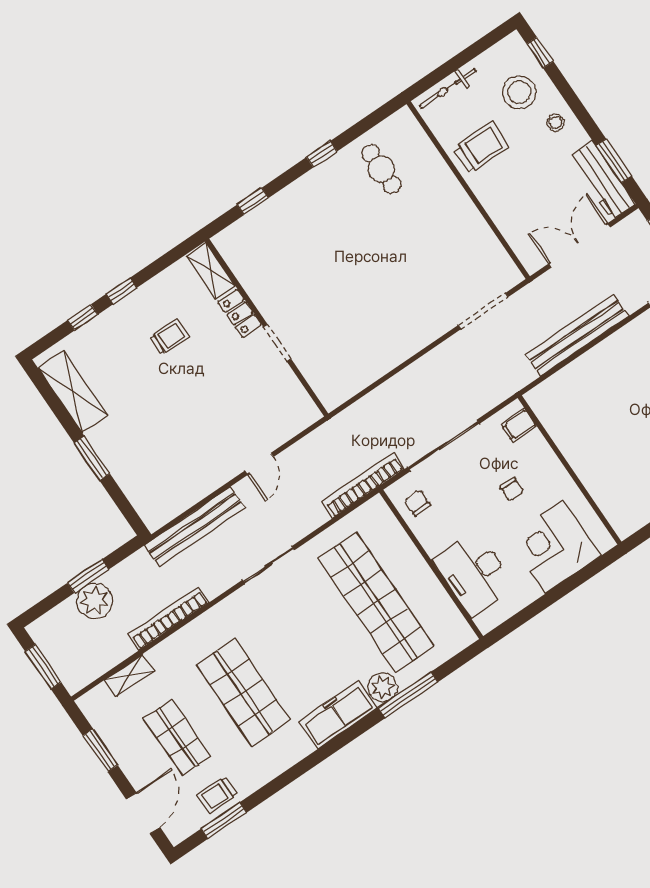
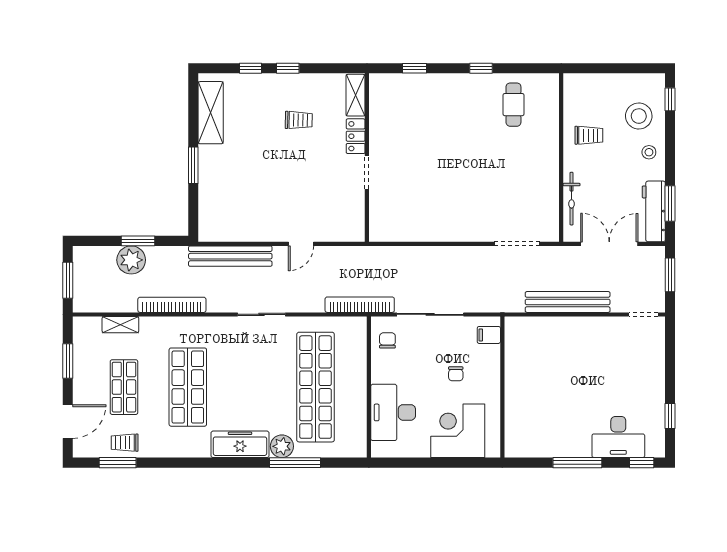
bicycle: (448, 88) -> (572, 199), moved, turned -90
trolley: (481, 147) -> (589, 135), width x0.73, depth x0.72

